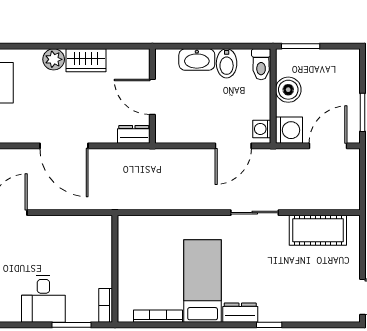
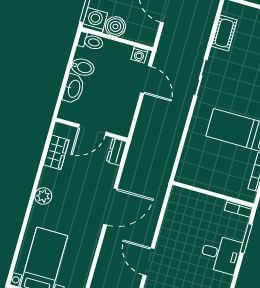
wardrobe: (86, 60) -> (56, 152), moved
washing machine: (289, 130) -> (95, 20), moved
cot: (318, 230) -> (224, 33), width x0.73, depth x0.75

